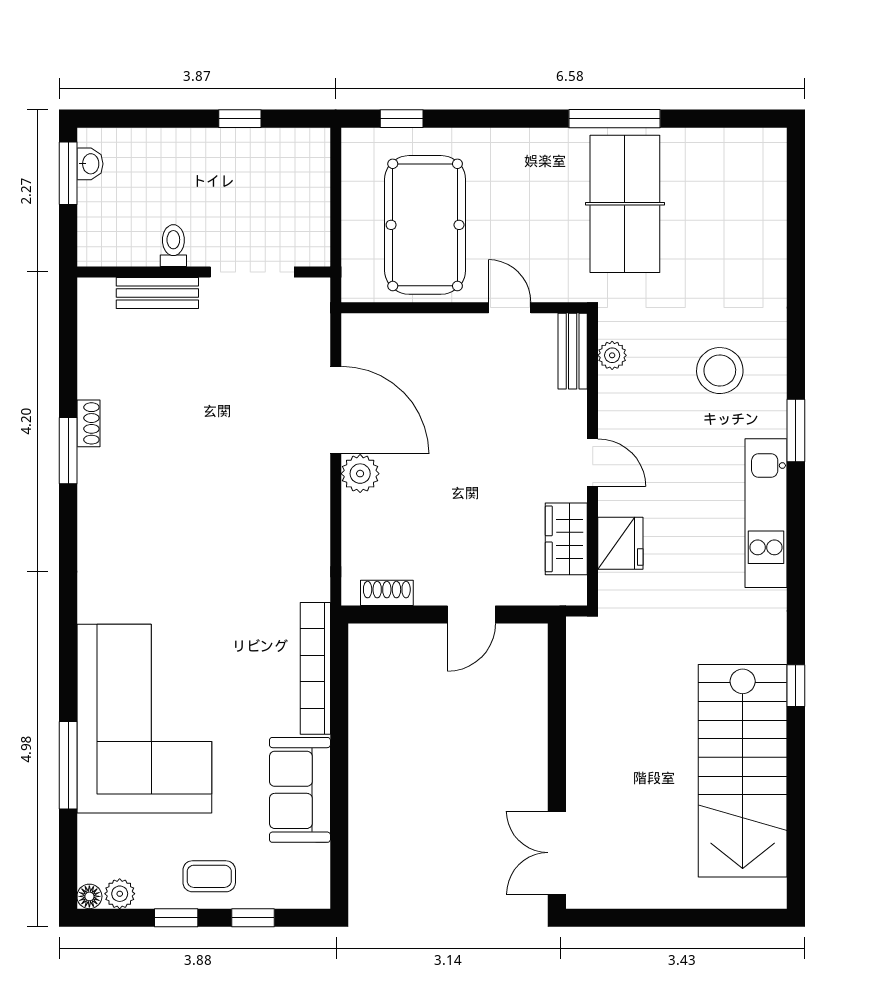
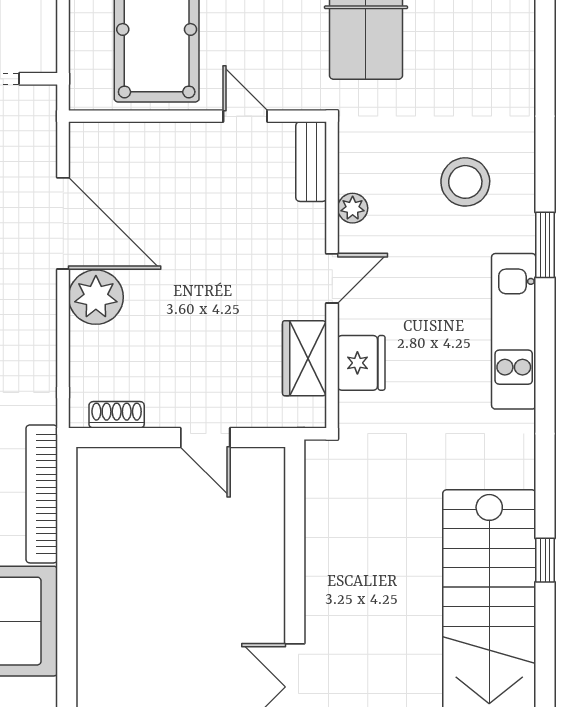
plant: (612, 355) -> (353, 208), moved
door: (593, 463) -> (332, 278), hinge flipped
plant: (360, 474) -> (96, 297), width x1.36, depth x1.36
door: (471, 614) -> (205, 437), hinge flipped
window: (796, 686) -> (545, 560), moved

